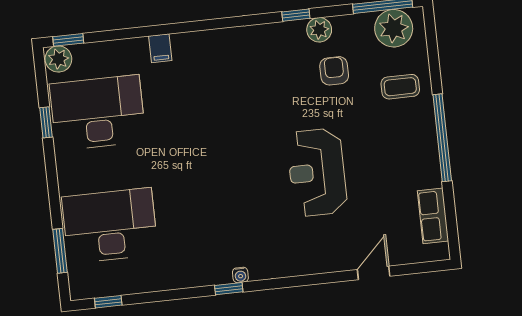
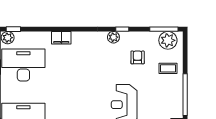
plant: (319, 30) -> (113, 37), moved
filing cabinet: (160, 48) -> (61, 38), width x2.00

